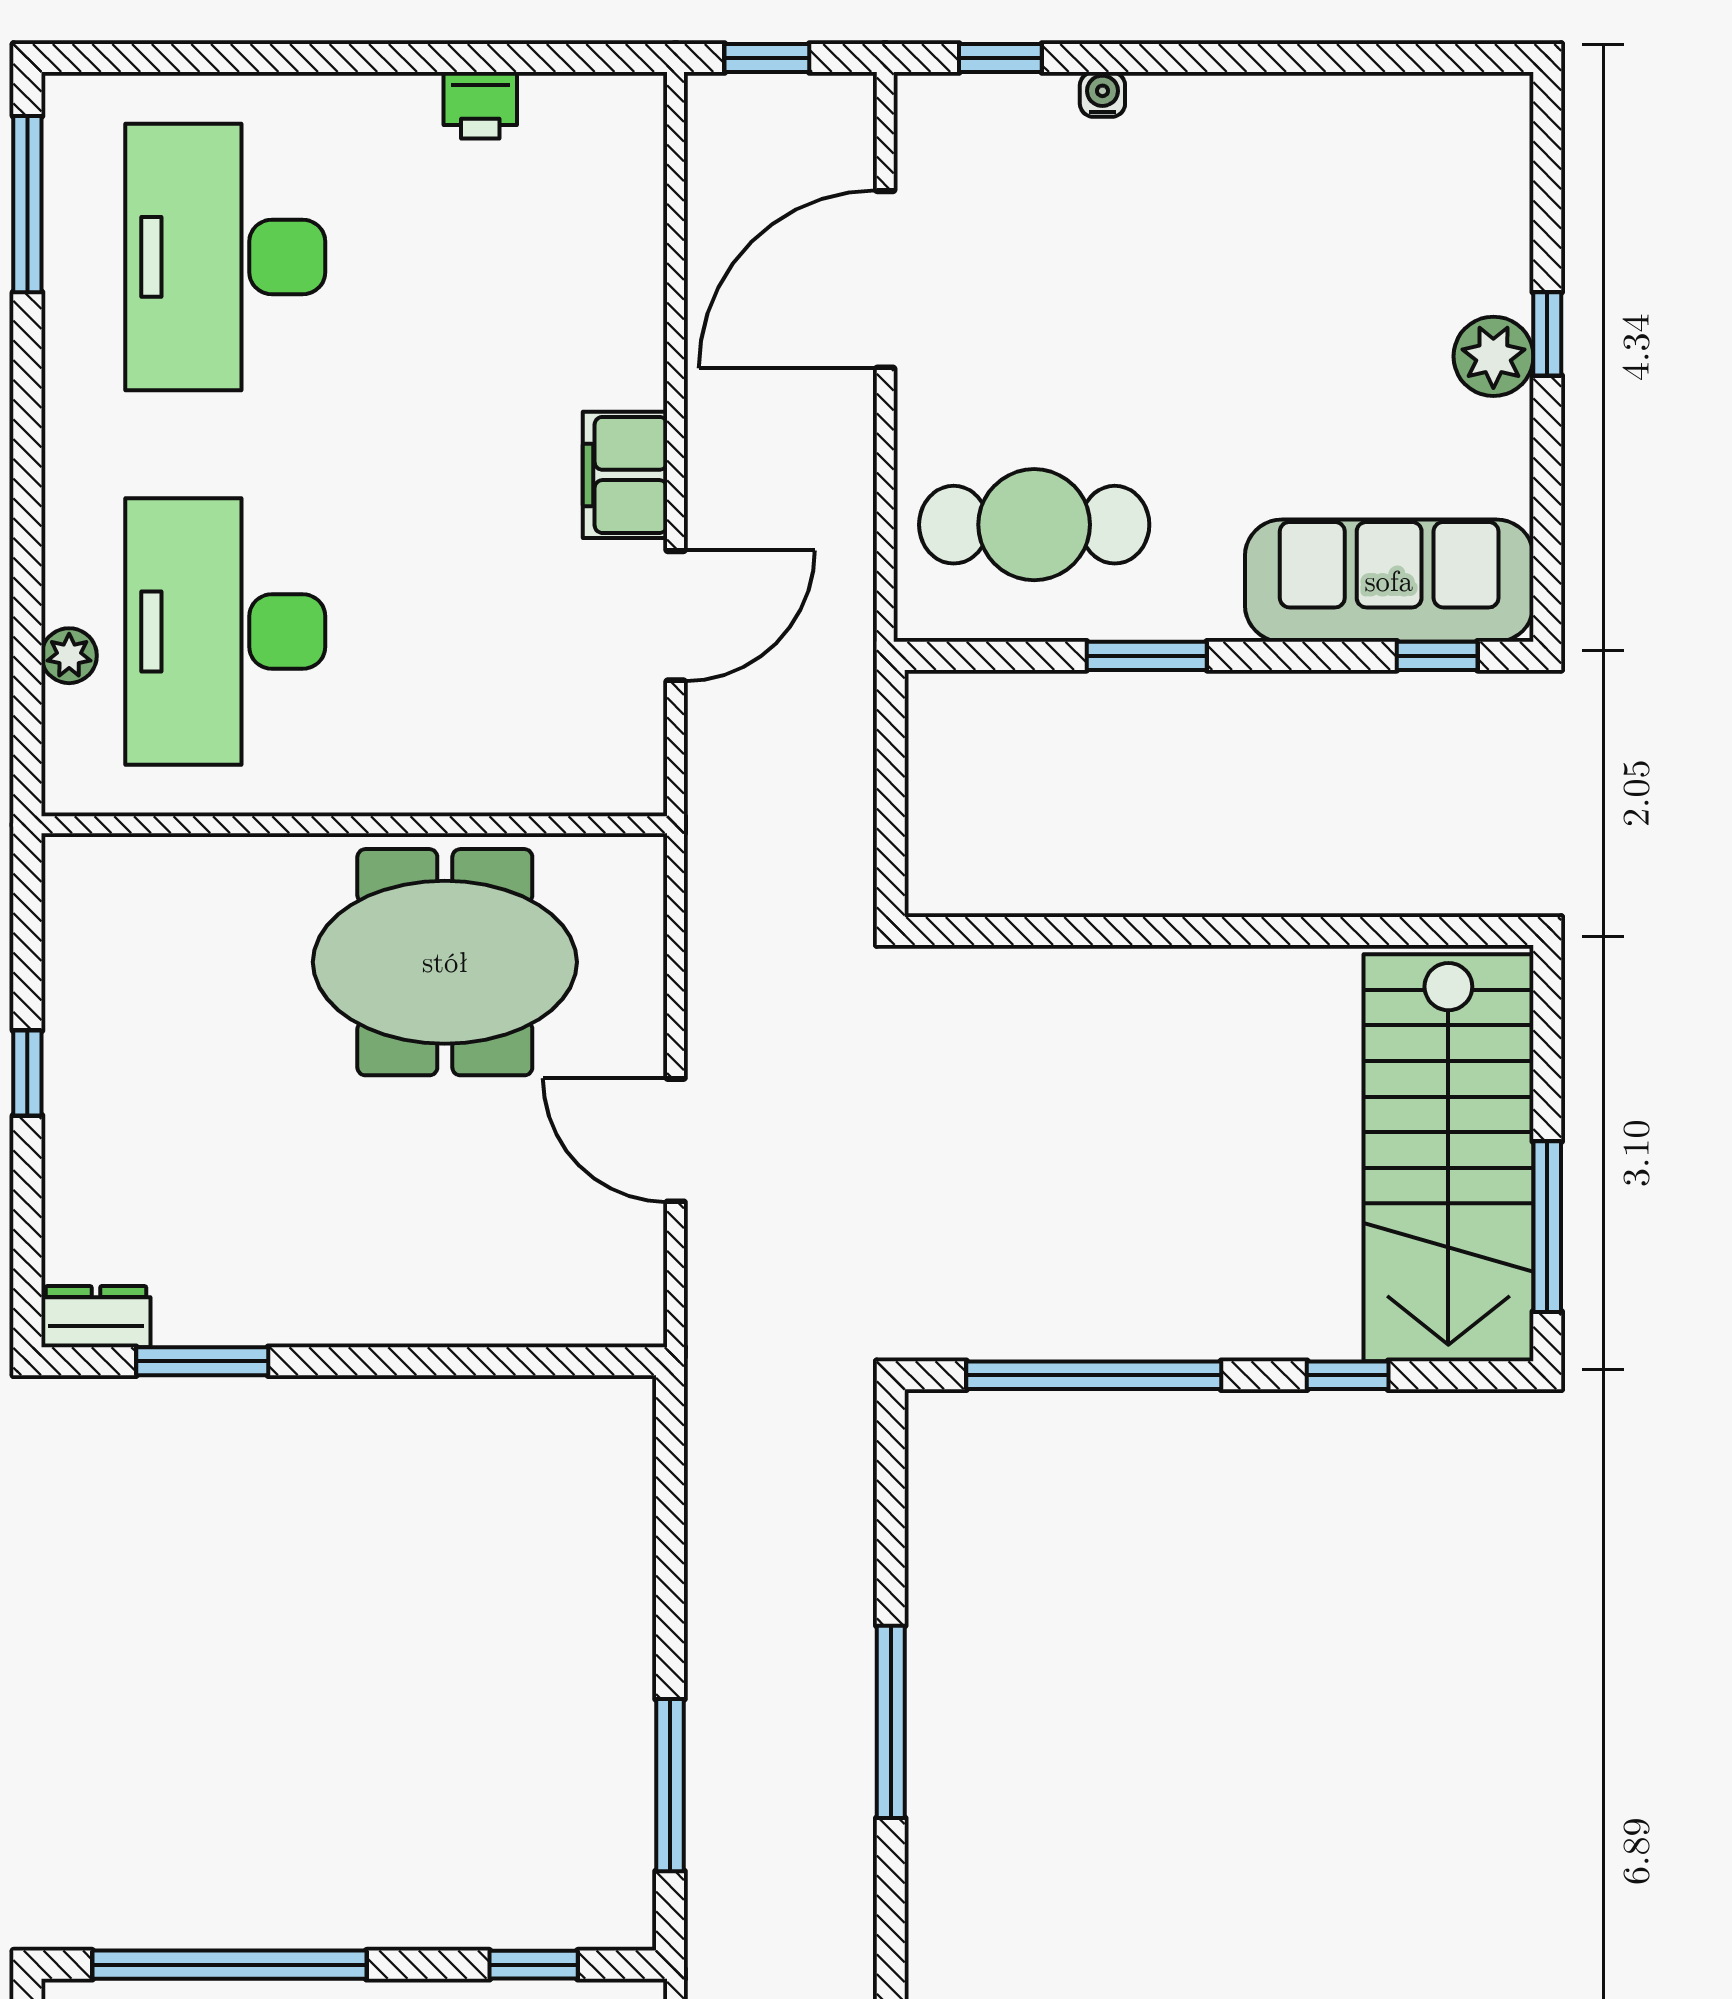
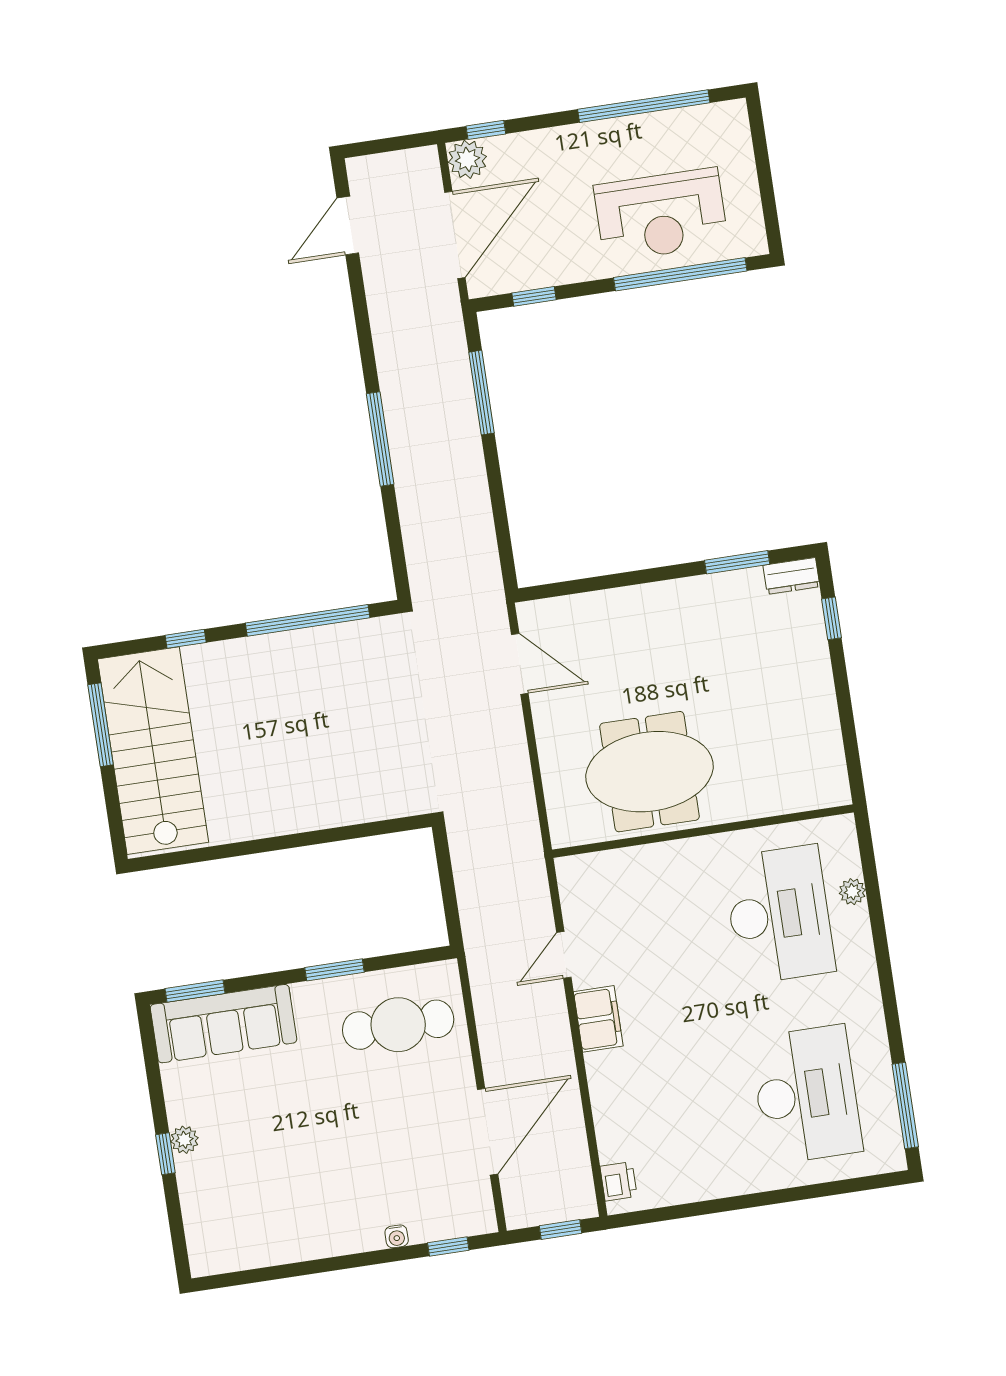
printer: (480, 105) -> (619, 1181), moved, turned 90
plant: (1493, 356) -> (184, 1140), width x0.73, depth x0.73
door: (676, 616) -> (564, 955), width x0.73
window: (1437, 656) -> (195, 991), width x1.50
window: (27, 1073) -> (831, 618), moved
door: (676, 1140) -> (520, 664), moved

